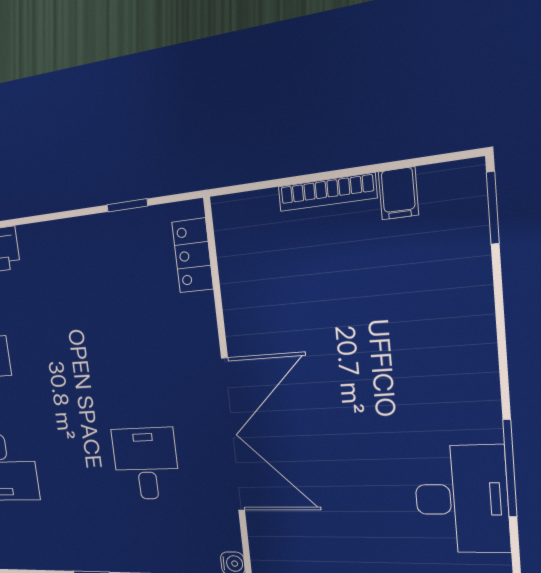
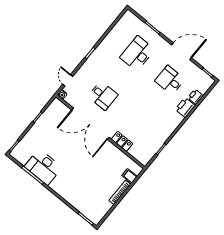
filing cabinet: (398, 193) -> (130, 176), moved
locker: (193, 255) -> (122, 141), moved
desk: (461, 499) -> (43, 167), moved

